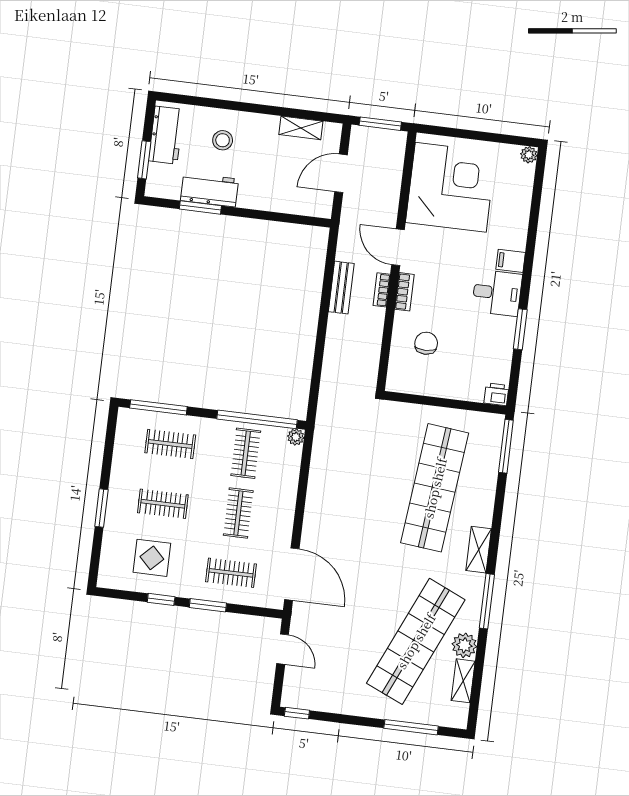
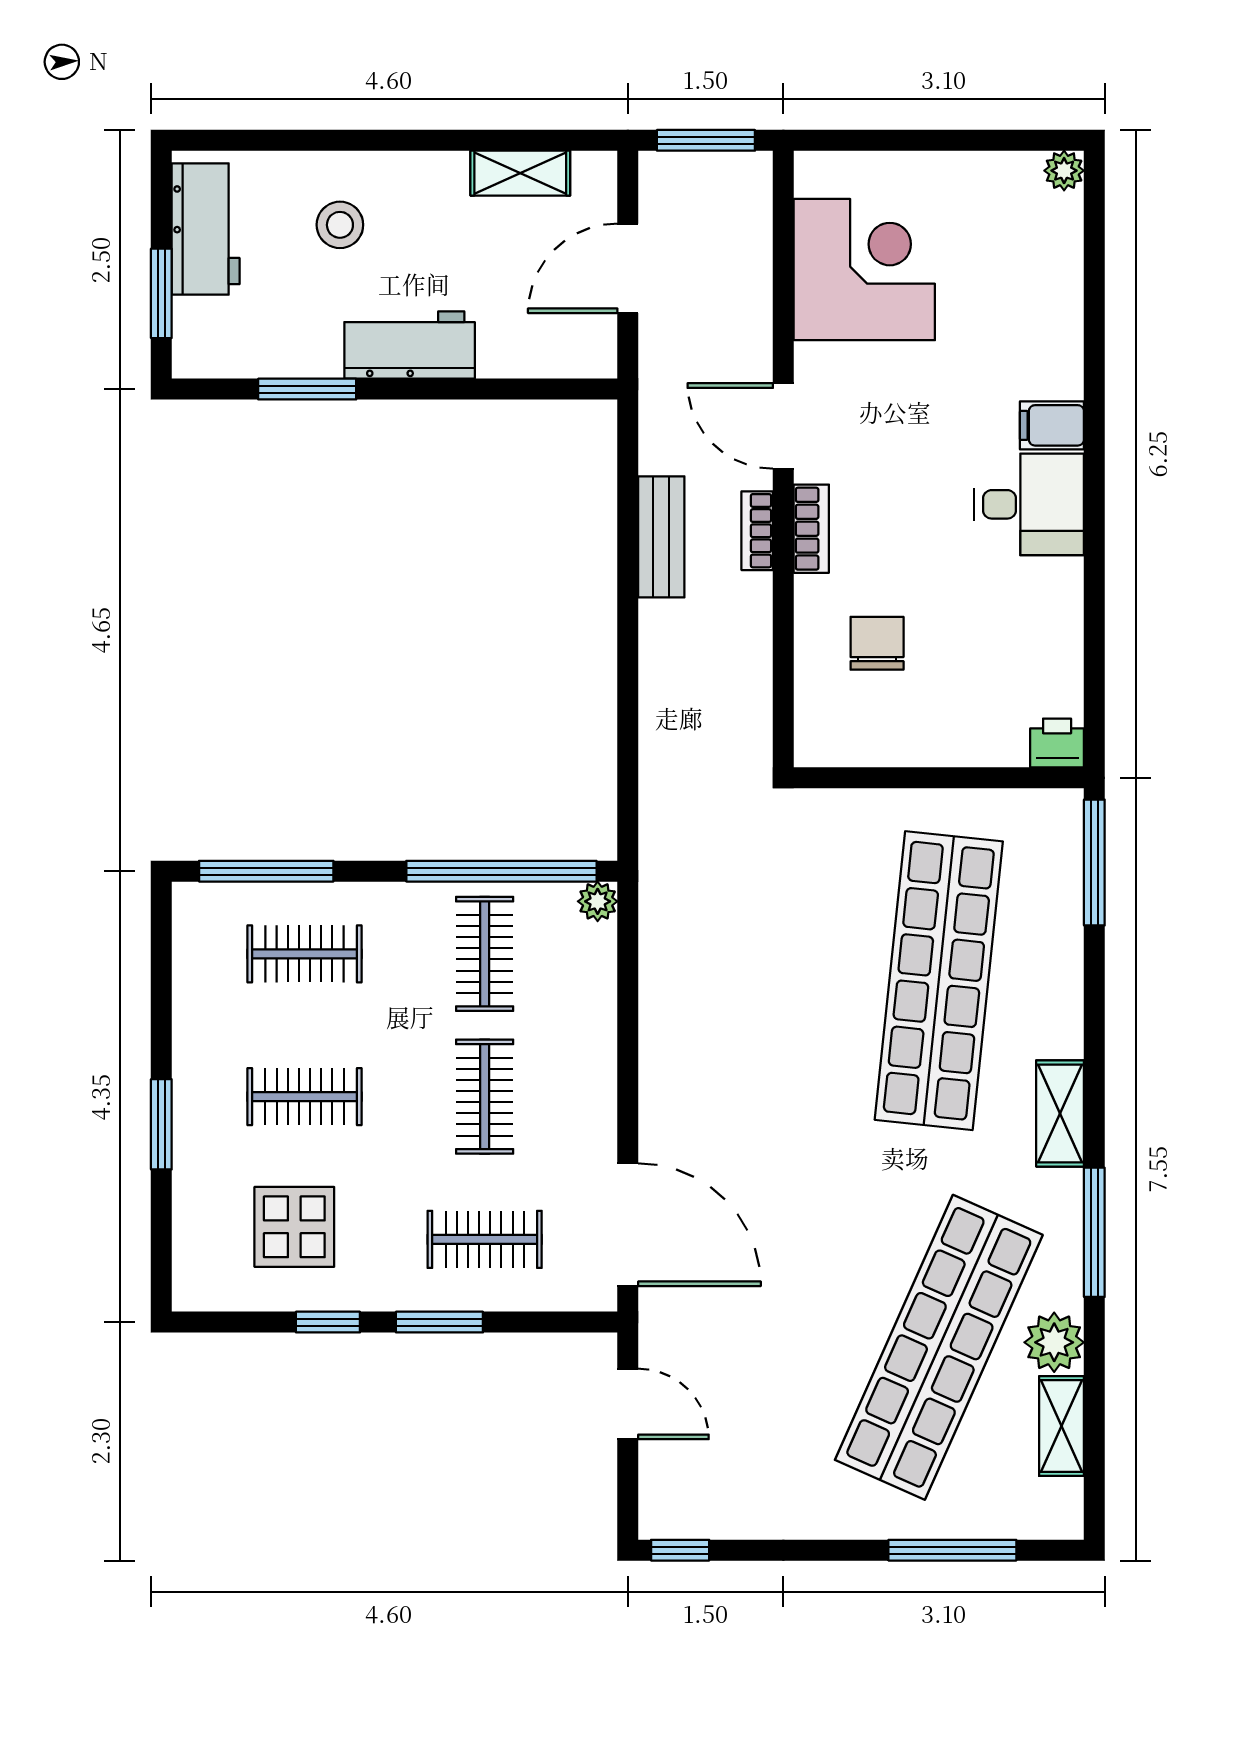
corner desk: (451, 187) -> (864, 270), width x0.74, depth x0.74
workbench: (209, 190) -> (410, 345), moved
window: (520, 329) -> (1094, 583), removed

